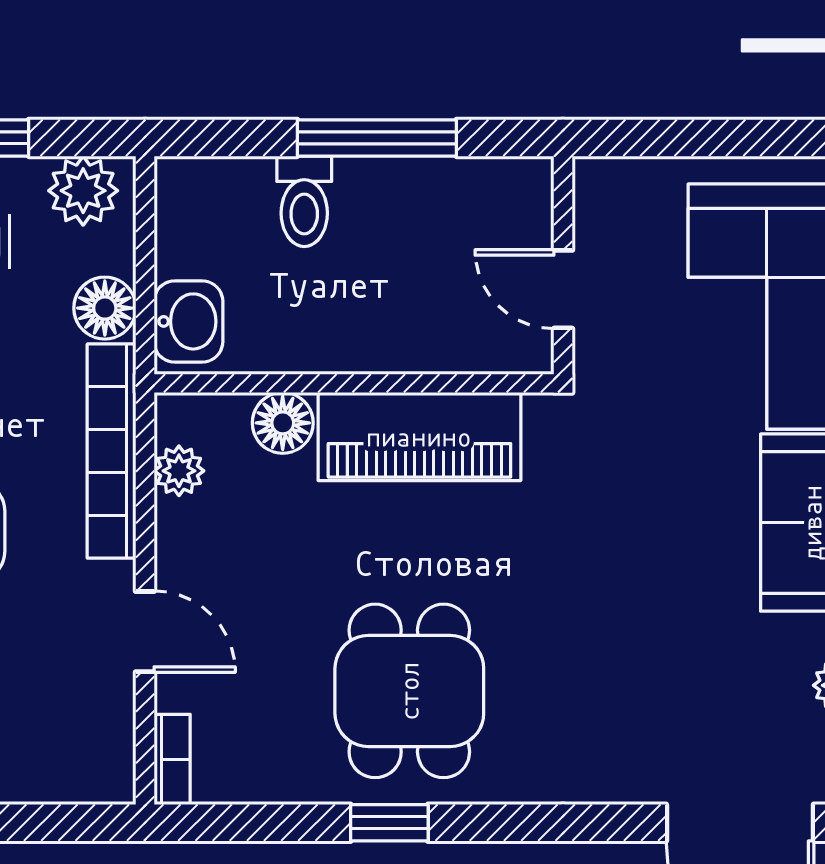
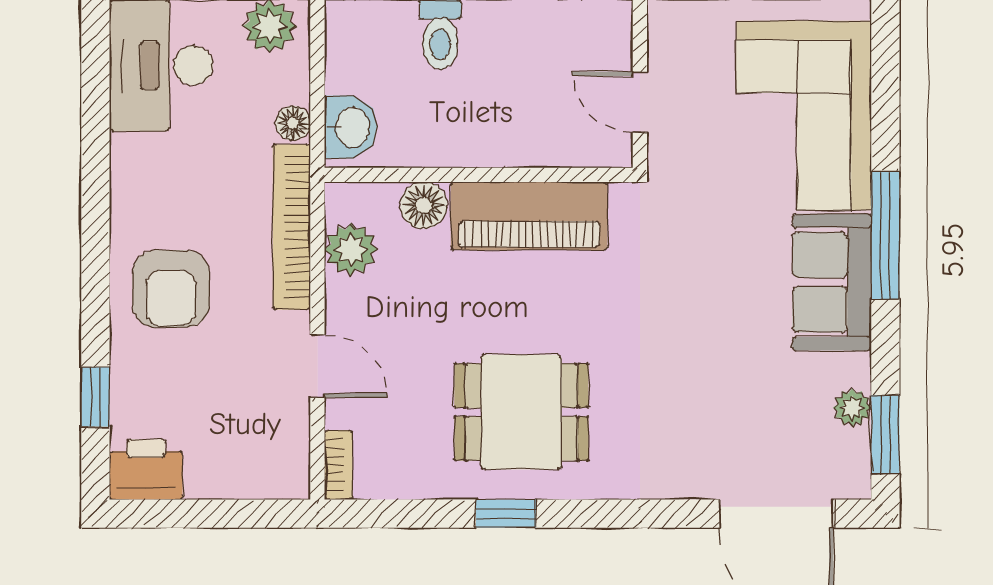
floor lamp: (105, 308) -> (293, 123), width x0.73, depth x0.73
plant: (179, 471) -> (351, 249), width x1.38, depth x1.38
dining table: (409, 691) -> (521, 412), turned 90

